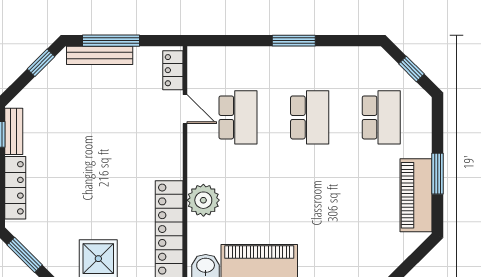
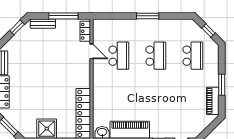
window: (111, 41) -> (63, 16), moved
bench: (100, 55) -> (43, 24), width x0.73
piano: (416, 195) -> (213, 101), width x0.73, depth x0.75
plant: (203, 200) -> (101, 98), removed

